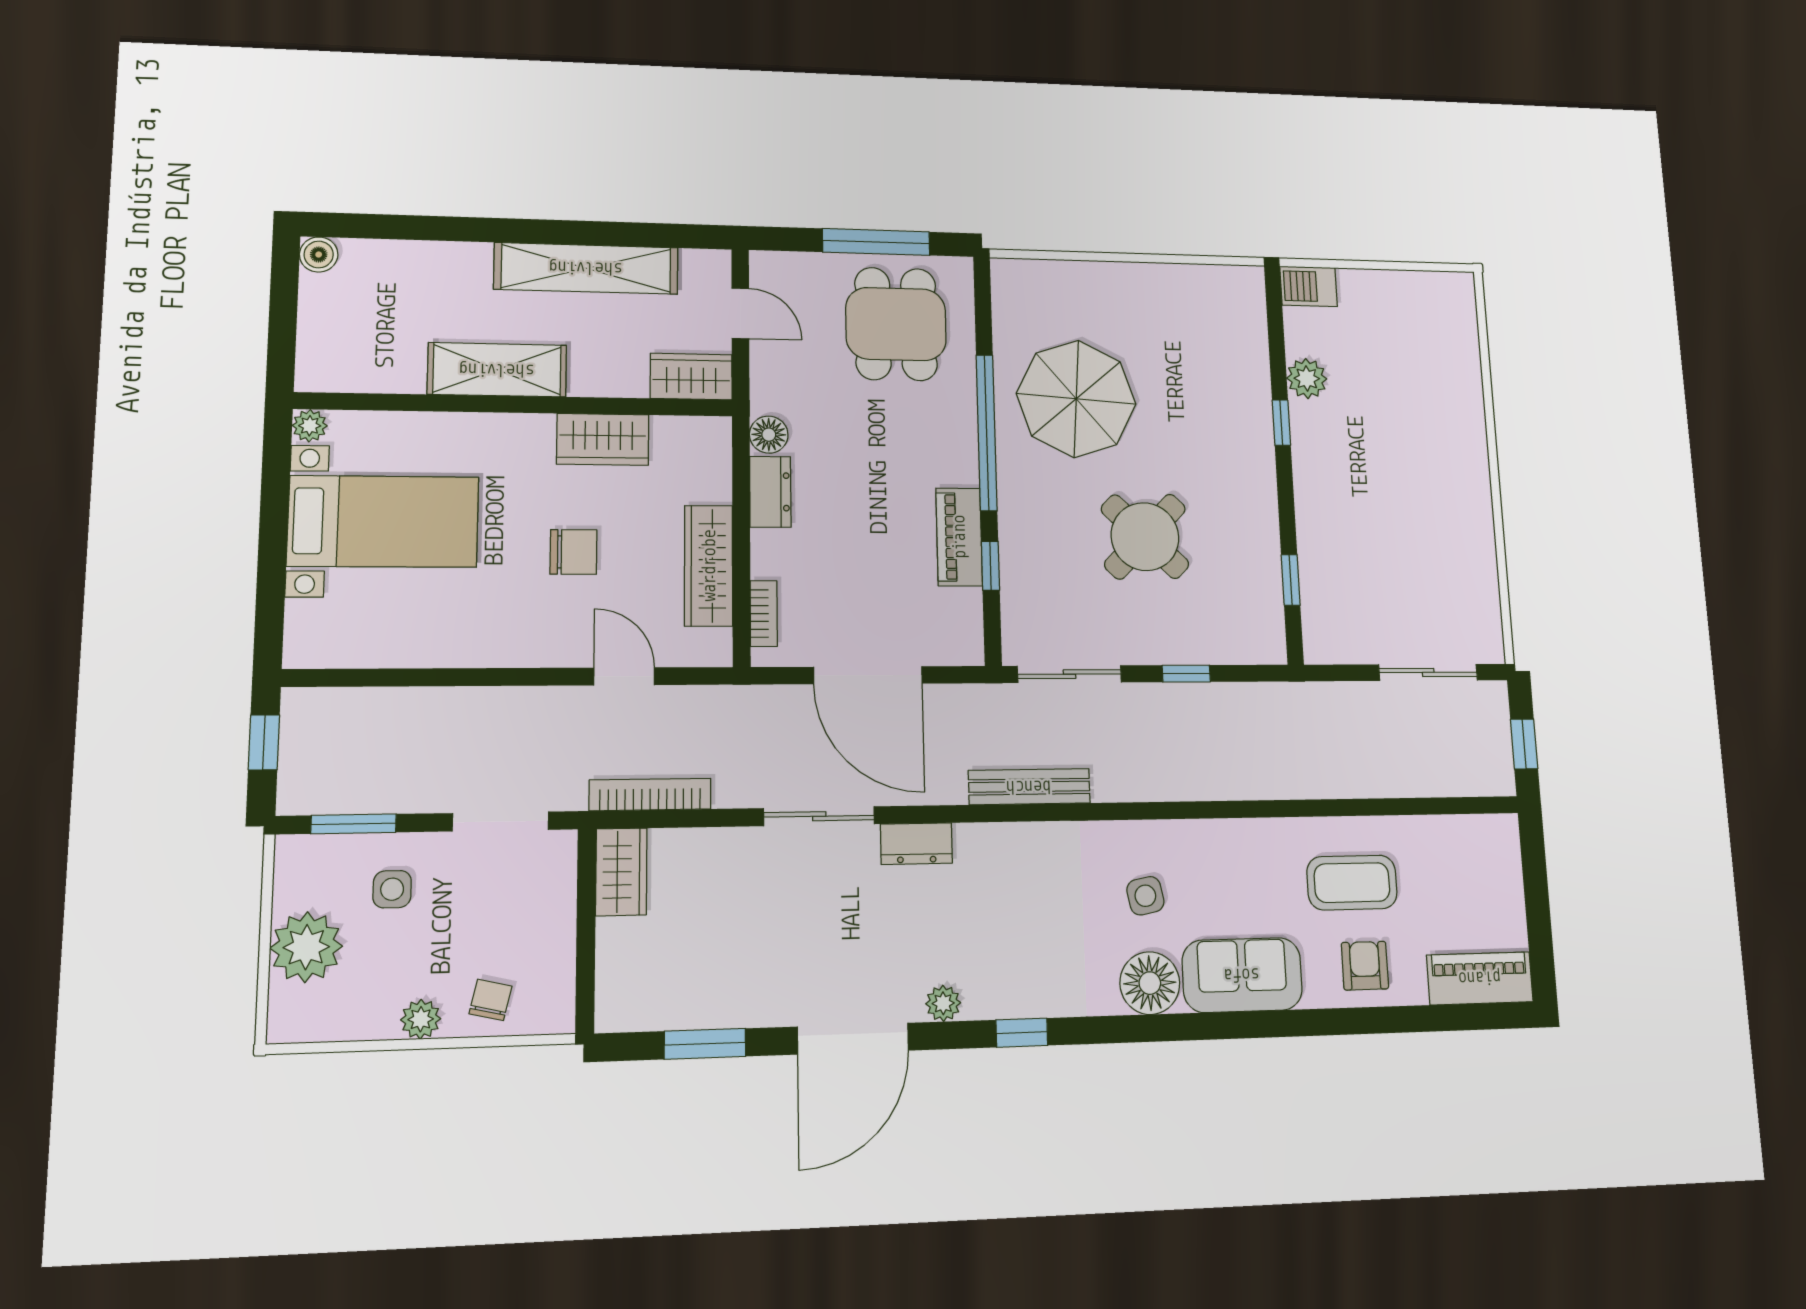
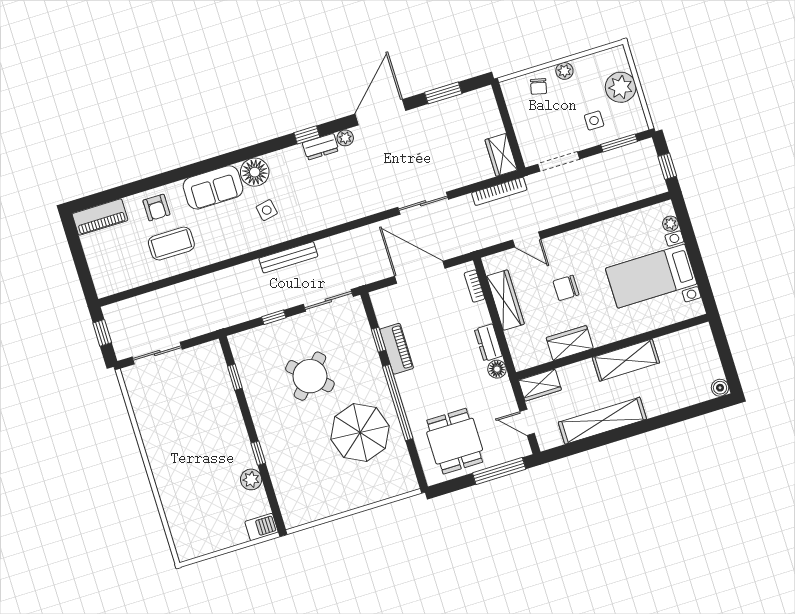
window: (876, 242) -> (499, 471), moved
plant: (310, 426) -> (670, 224), moved
bench: (1029, 787) -> (288, 257), moved
dresser: (916, 844) -> (321, 147), moved, turned 180

